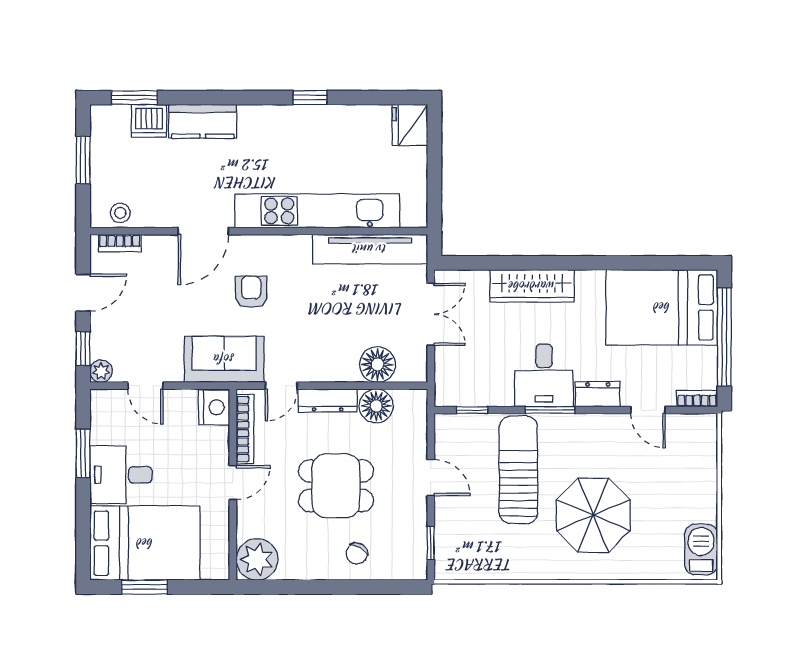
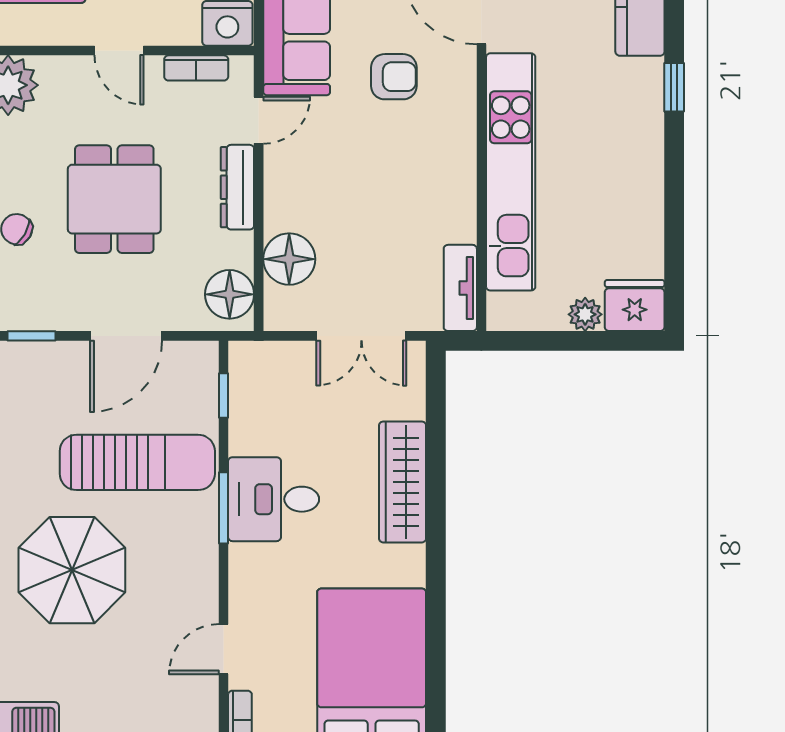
window: (310, 98) -> (674, 87), moved
plant: (416, 159) -> (585, 314), added
tv unit: (370, 249) -> (460, 288), width x0.52, depth x0.78
door: (281, 386) -> (259, 120), swing flipped
dresser: (598, 394) -> (246, 577), removed
floor lamp: (376, 406) -> (230, 294), moved
bookcase: (245, 429) -> (196, 68), width x0.64
door: (431, 478) -> (126, 336), width x1.38

